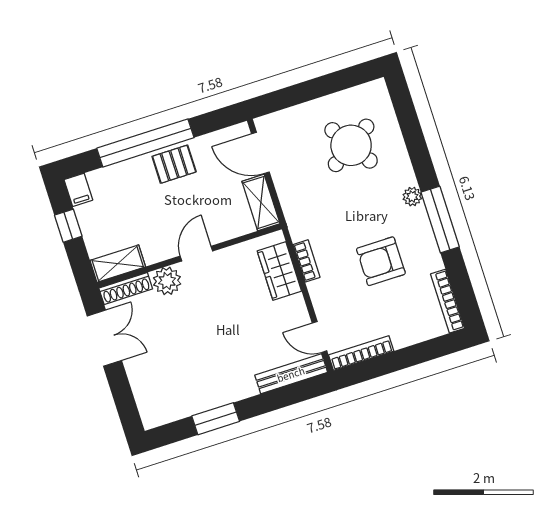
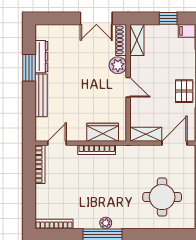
round table: (351, 145) -> (162, 197), turned 33
plant: (412, 197) -> (106, 223), moved
bookcase: (307, 261) -> (97, 150), width x1.56
armchair: (381, 261) -> (89, 193), removed
bench: (291, 374) -> (41, 95), moved
dresser: (192, 405) -> (41, 57), added

